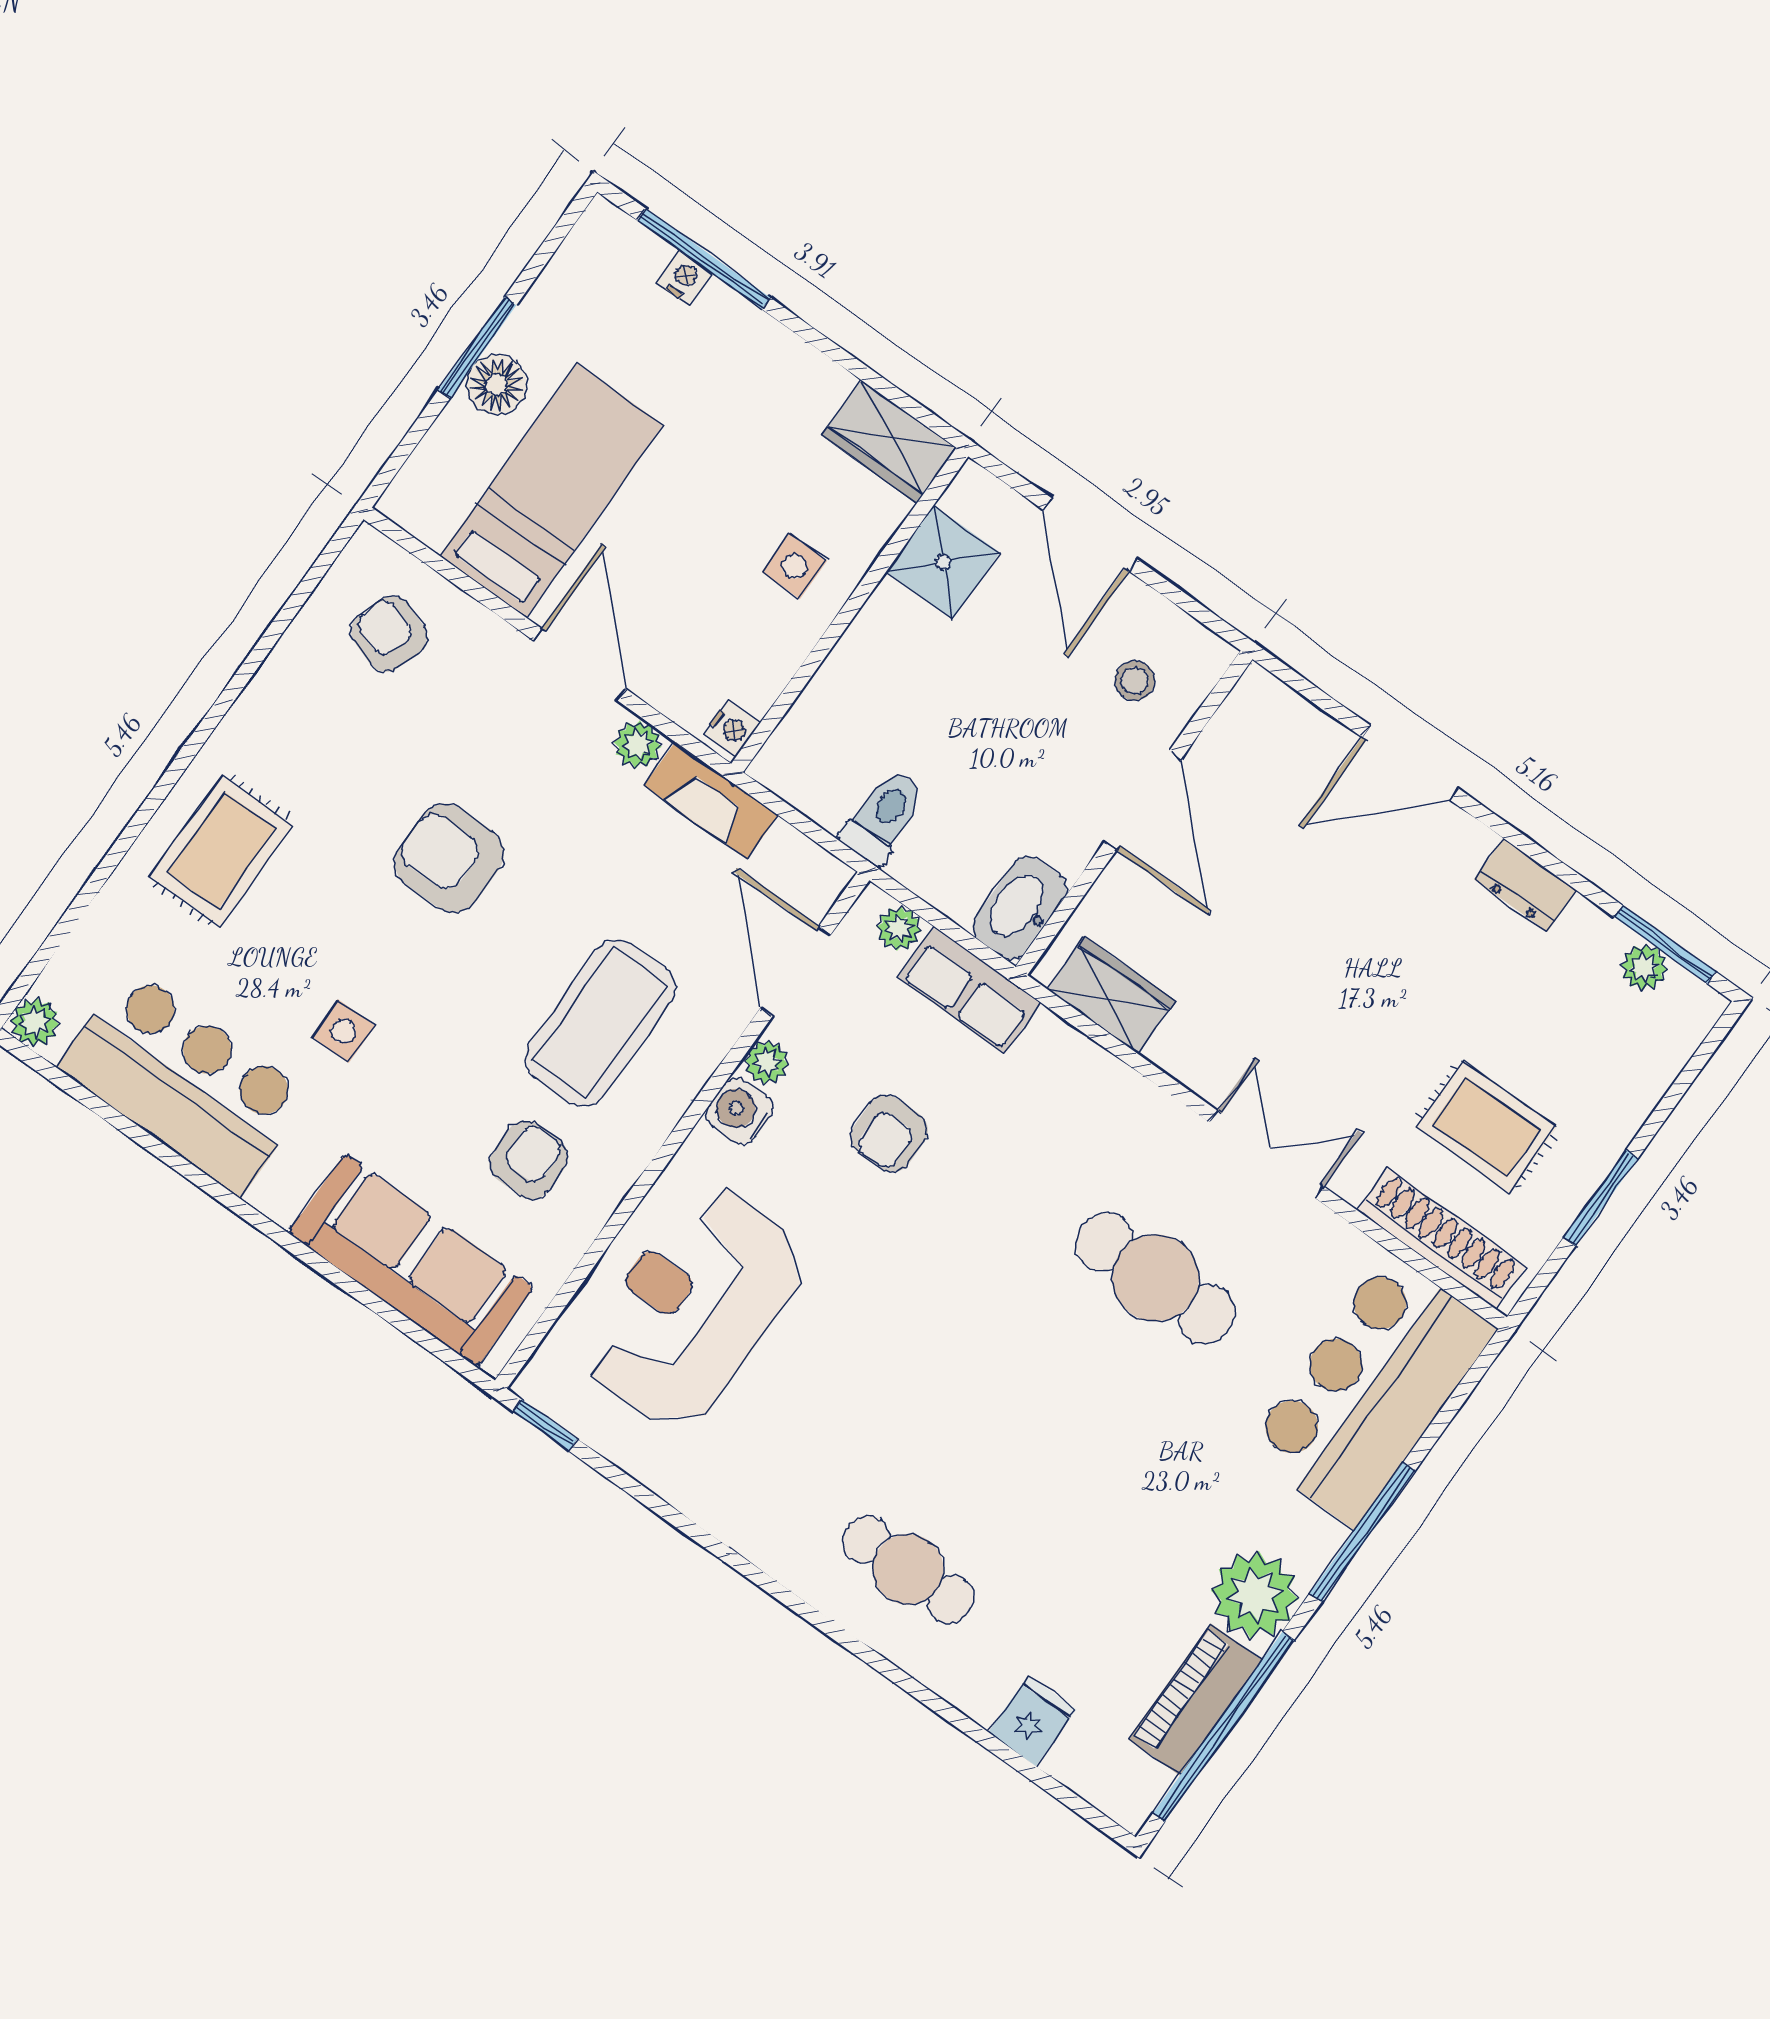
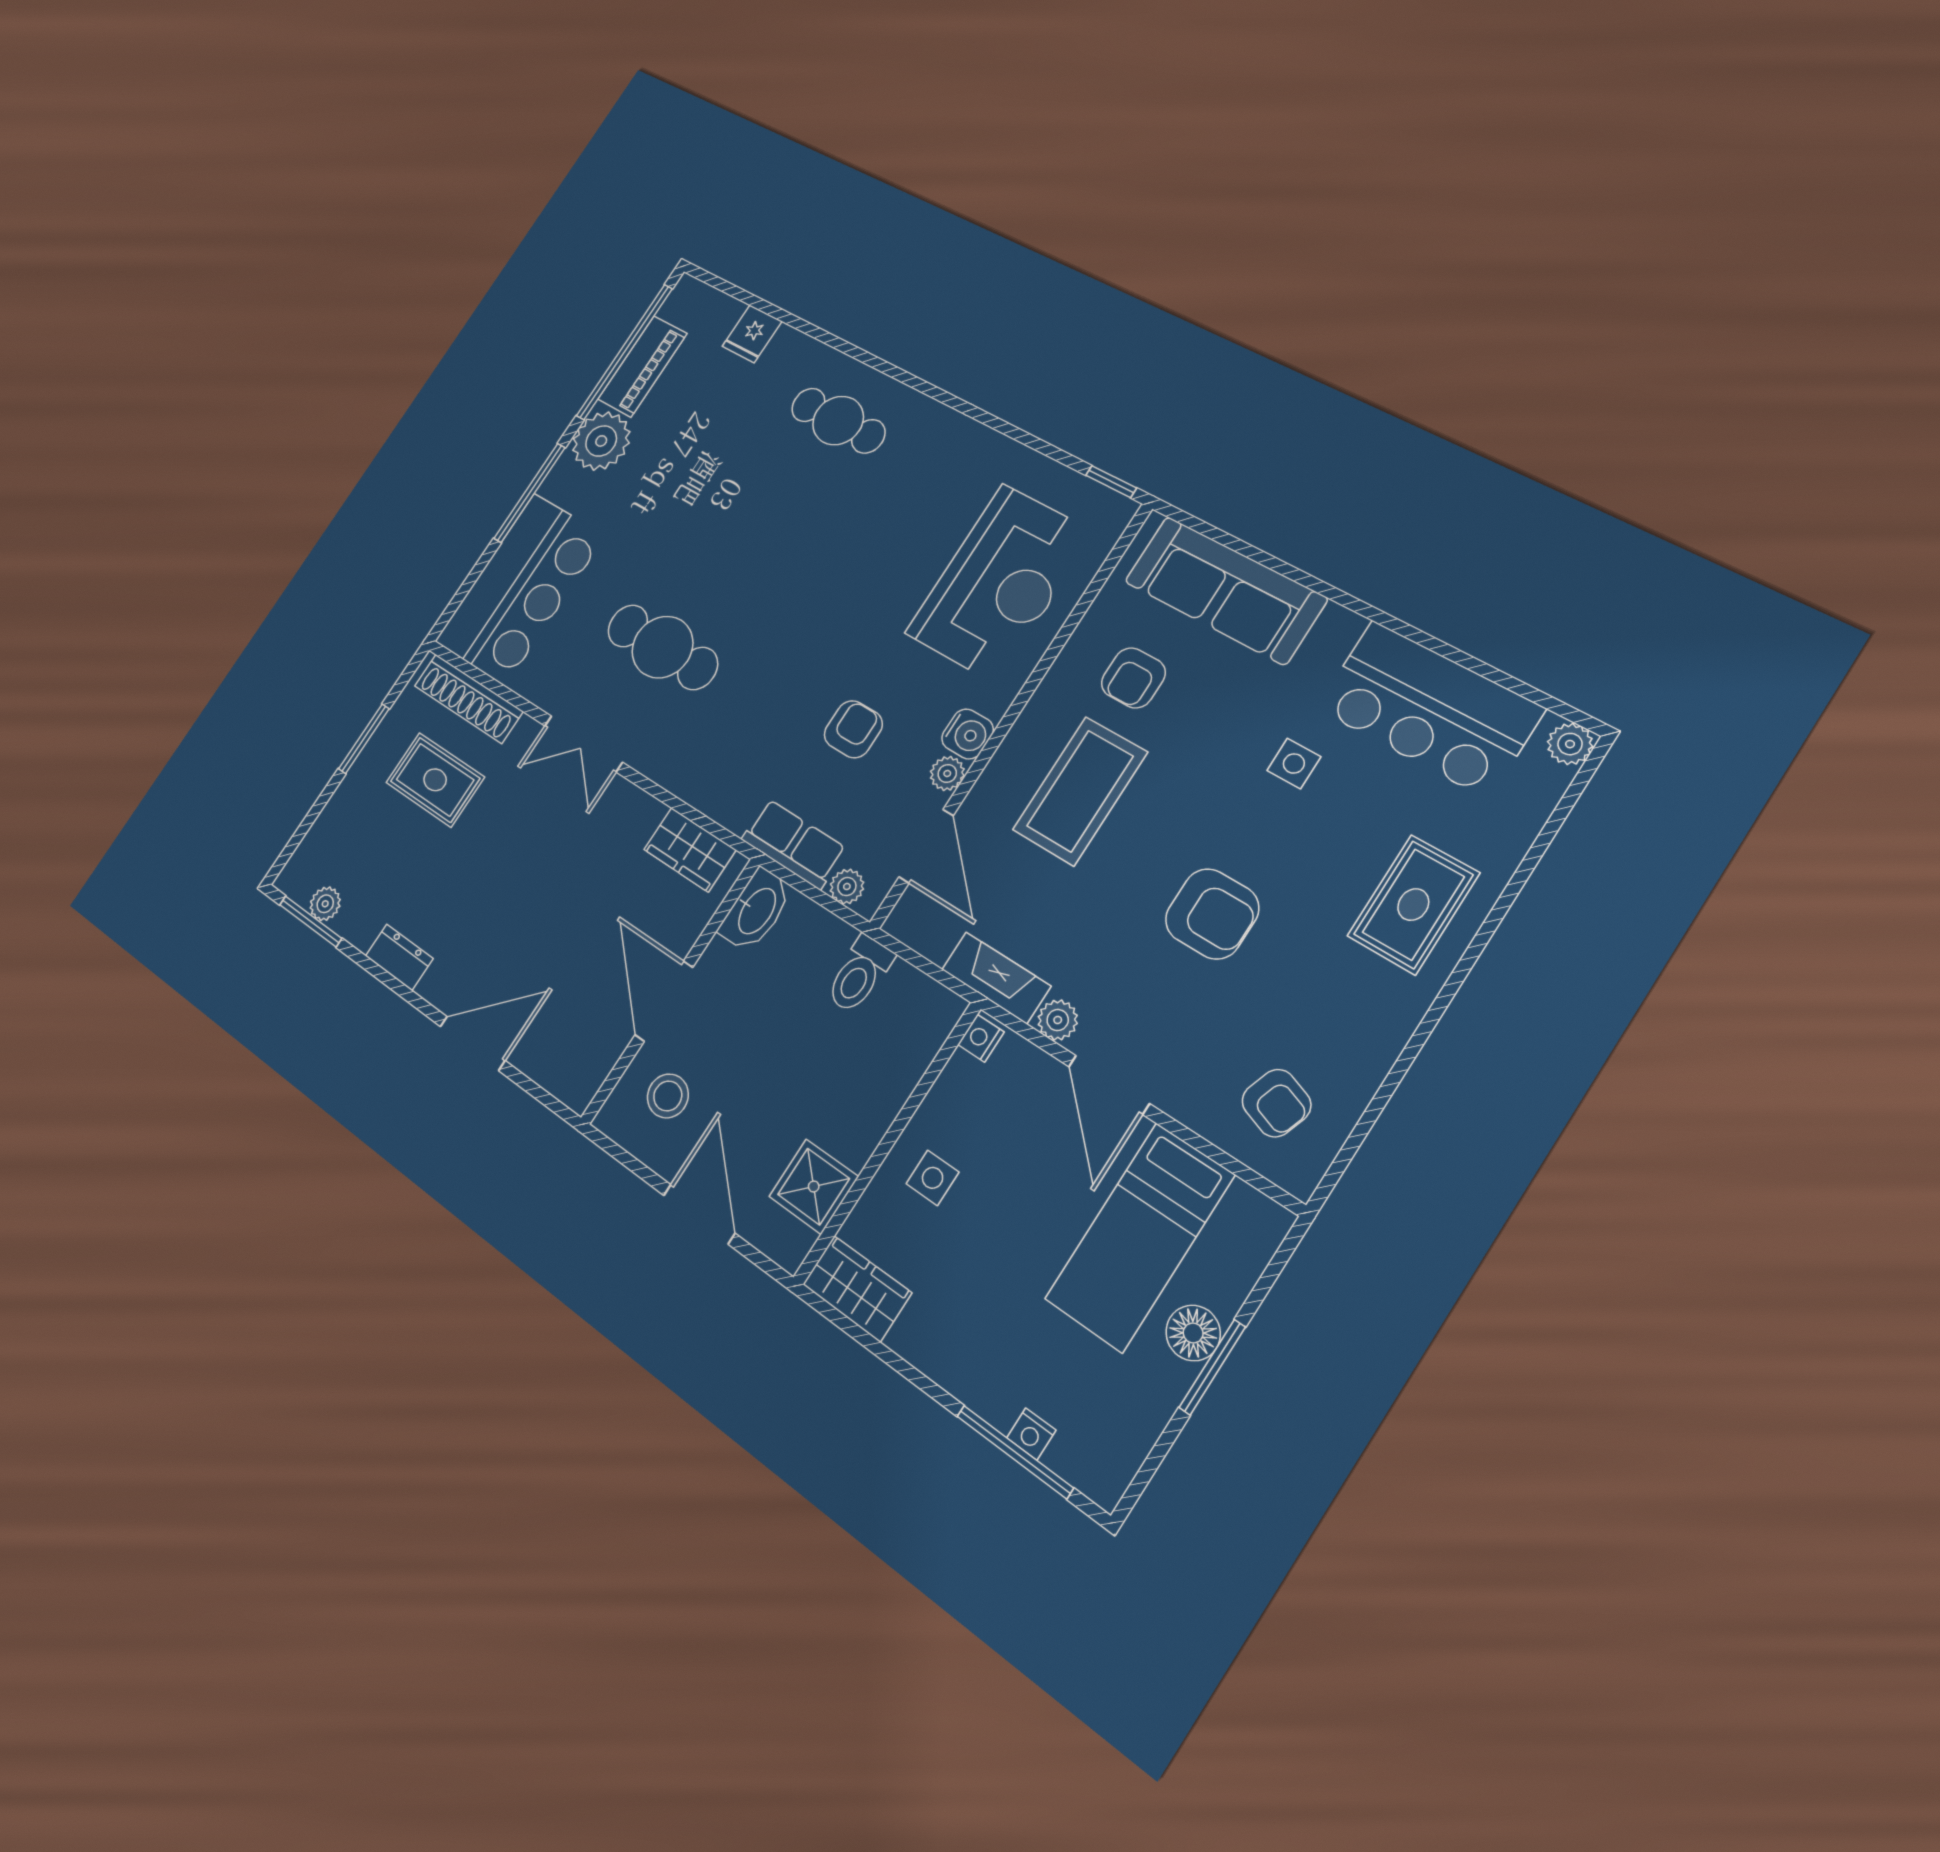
stool: (1135, 681) -> (668, 1096), width x1.37, depth x1.37

